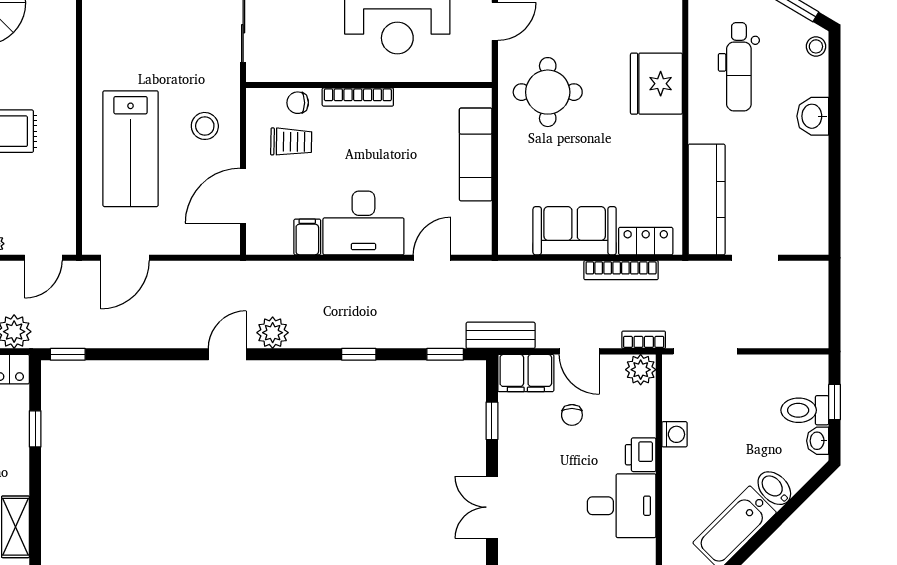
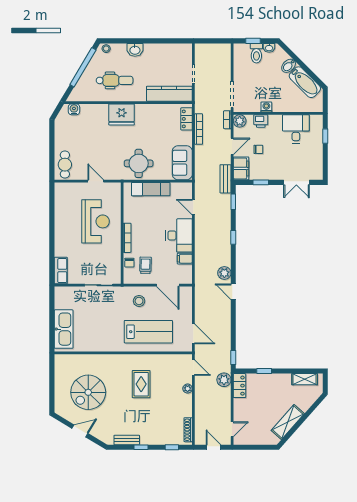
round table: (548, 92) -> (139, 163), moved
sofa: (575, 231) -> (182, 163), moved
printer: (641, 455) -> (261, 121), moved

